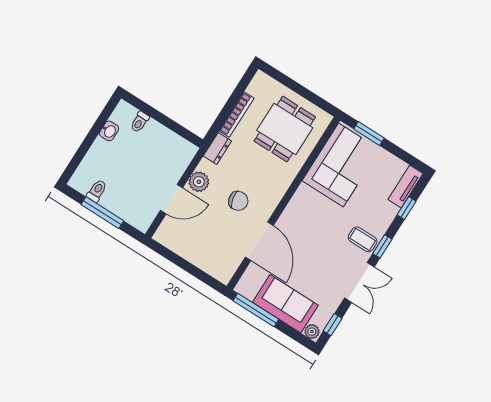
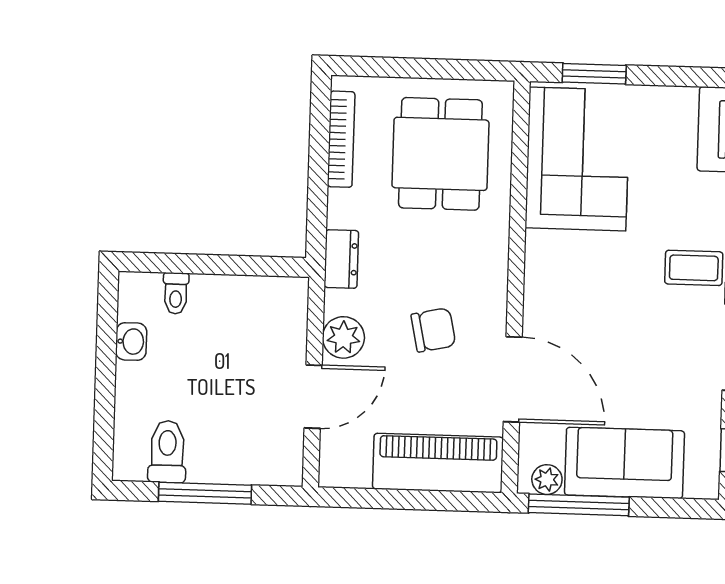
bookcase: (237, 115) -> (341, 139), moved
toilet: (97, 191) -> (167, 452), width x1.37, depth x1.39
piano: (207, 258) -> (438, 463), added
plant: (312, 332) -> (547, 480), moved

